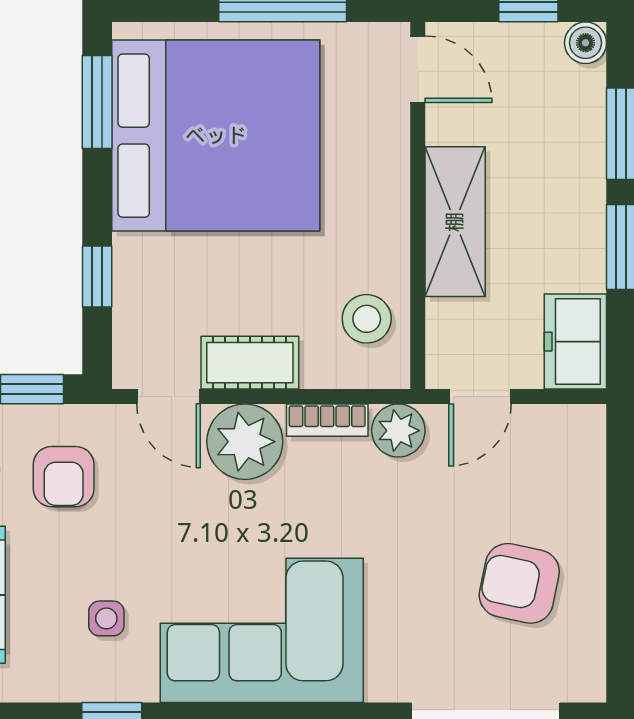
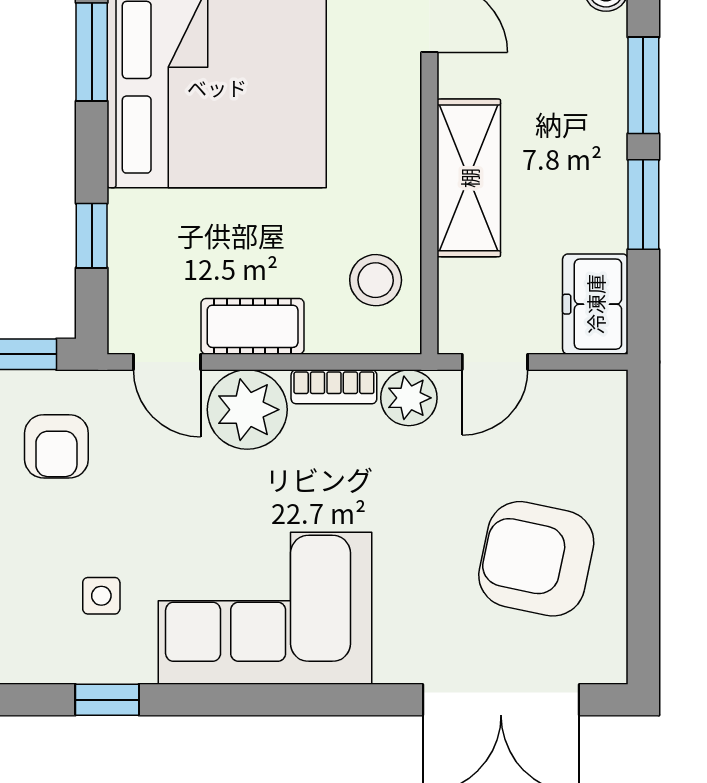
armchair: (519, 583) -> (536, 559), width x1.36, depth x1.36

